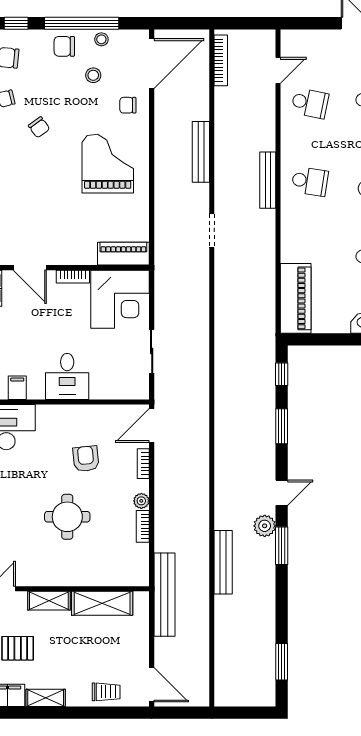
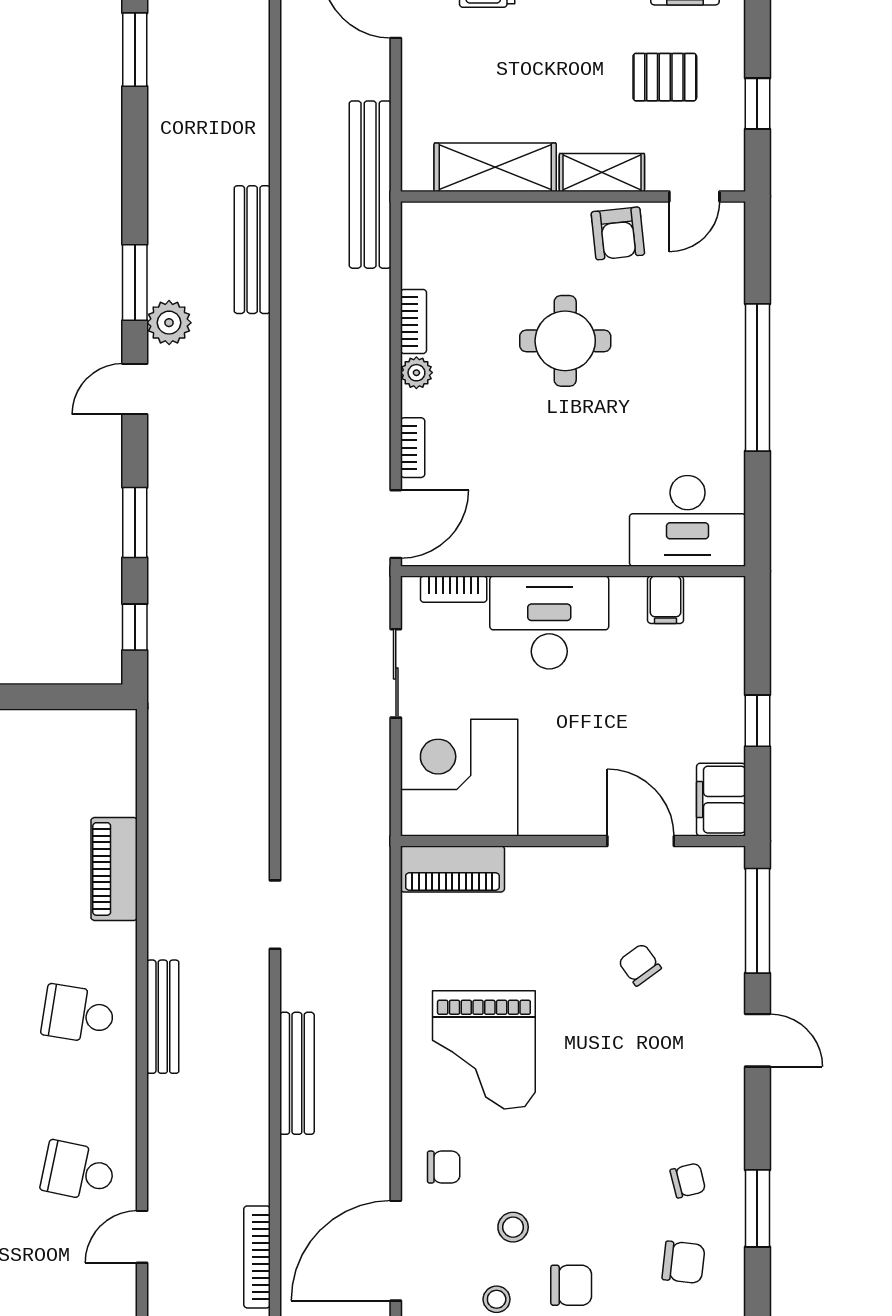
chair: (39, 127) -> (640, 965), moved
bookcase: (73, 277) -> (454, 589), moved, turned 180
piano: (296, 298) -> (114, 869), moved, width x0.73, depth x0.75
desk: (67, 376) -> (549, 623), width x1.37
armchair: (86, 459) -> (618, 233), moved

